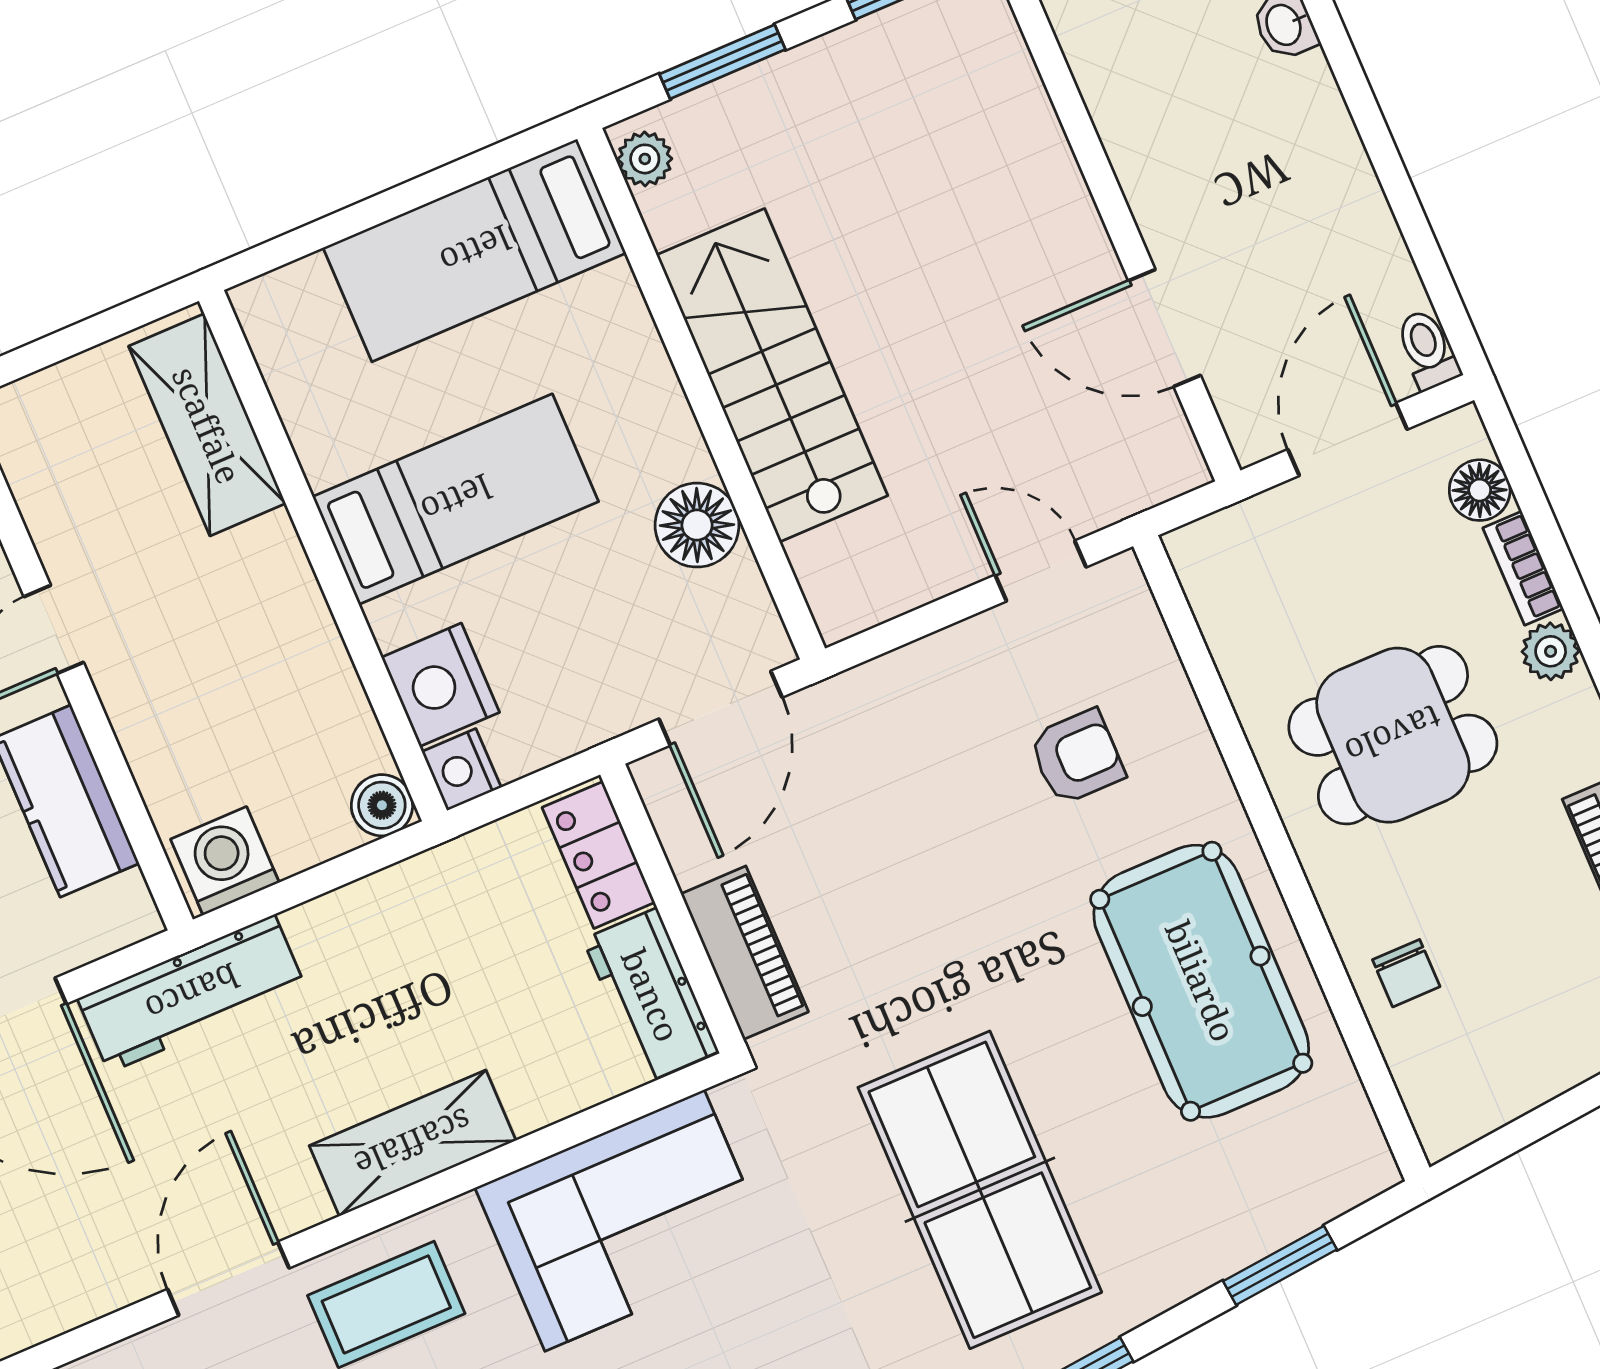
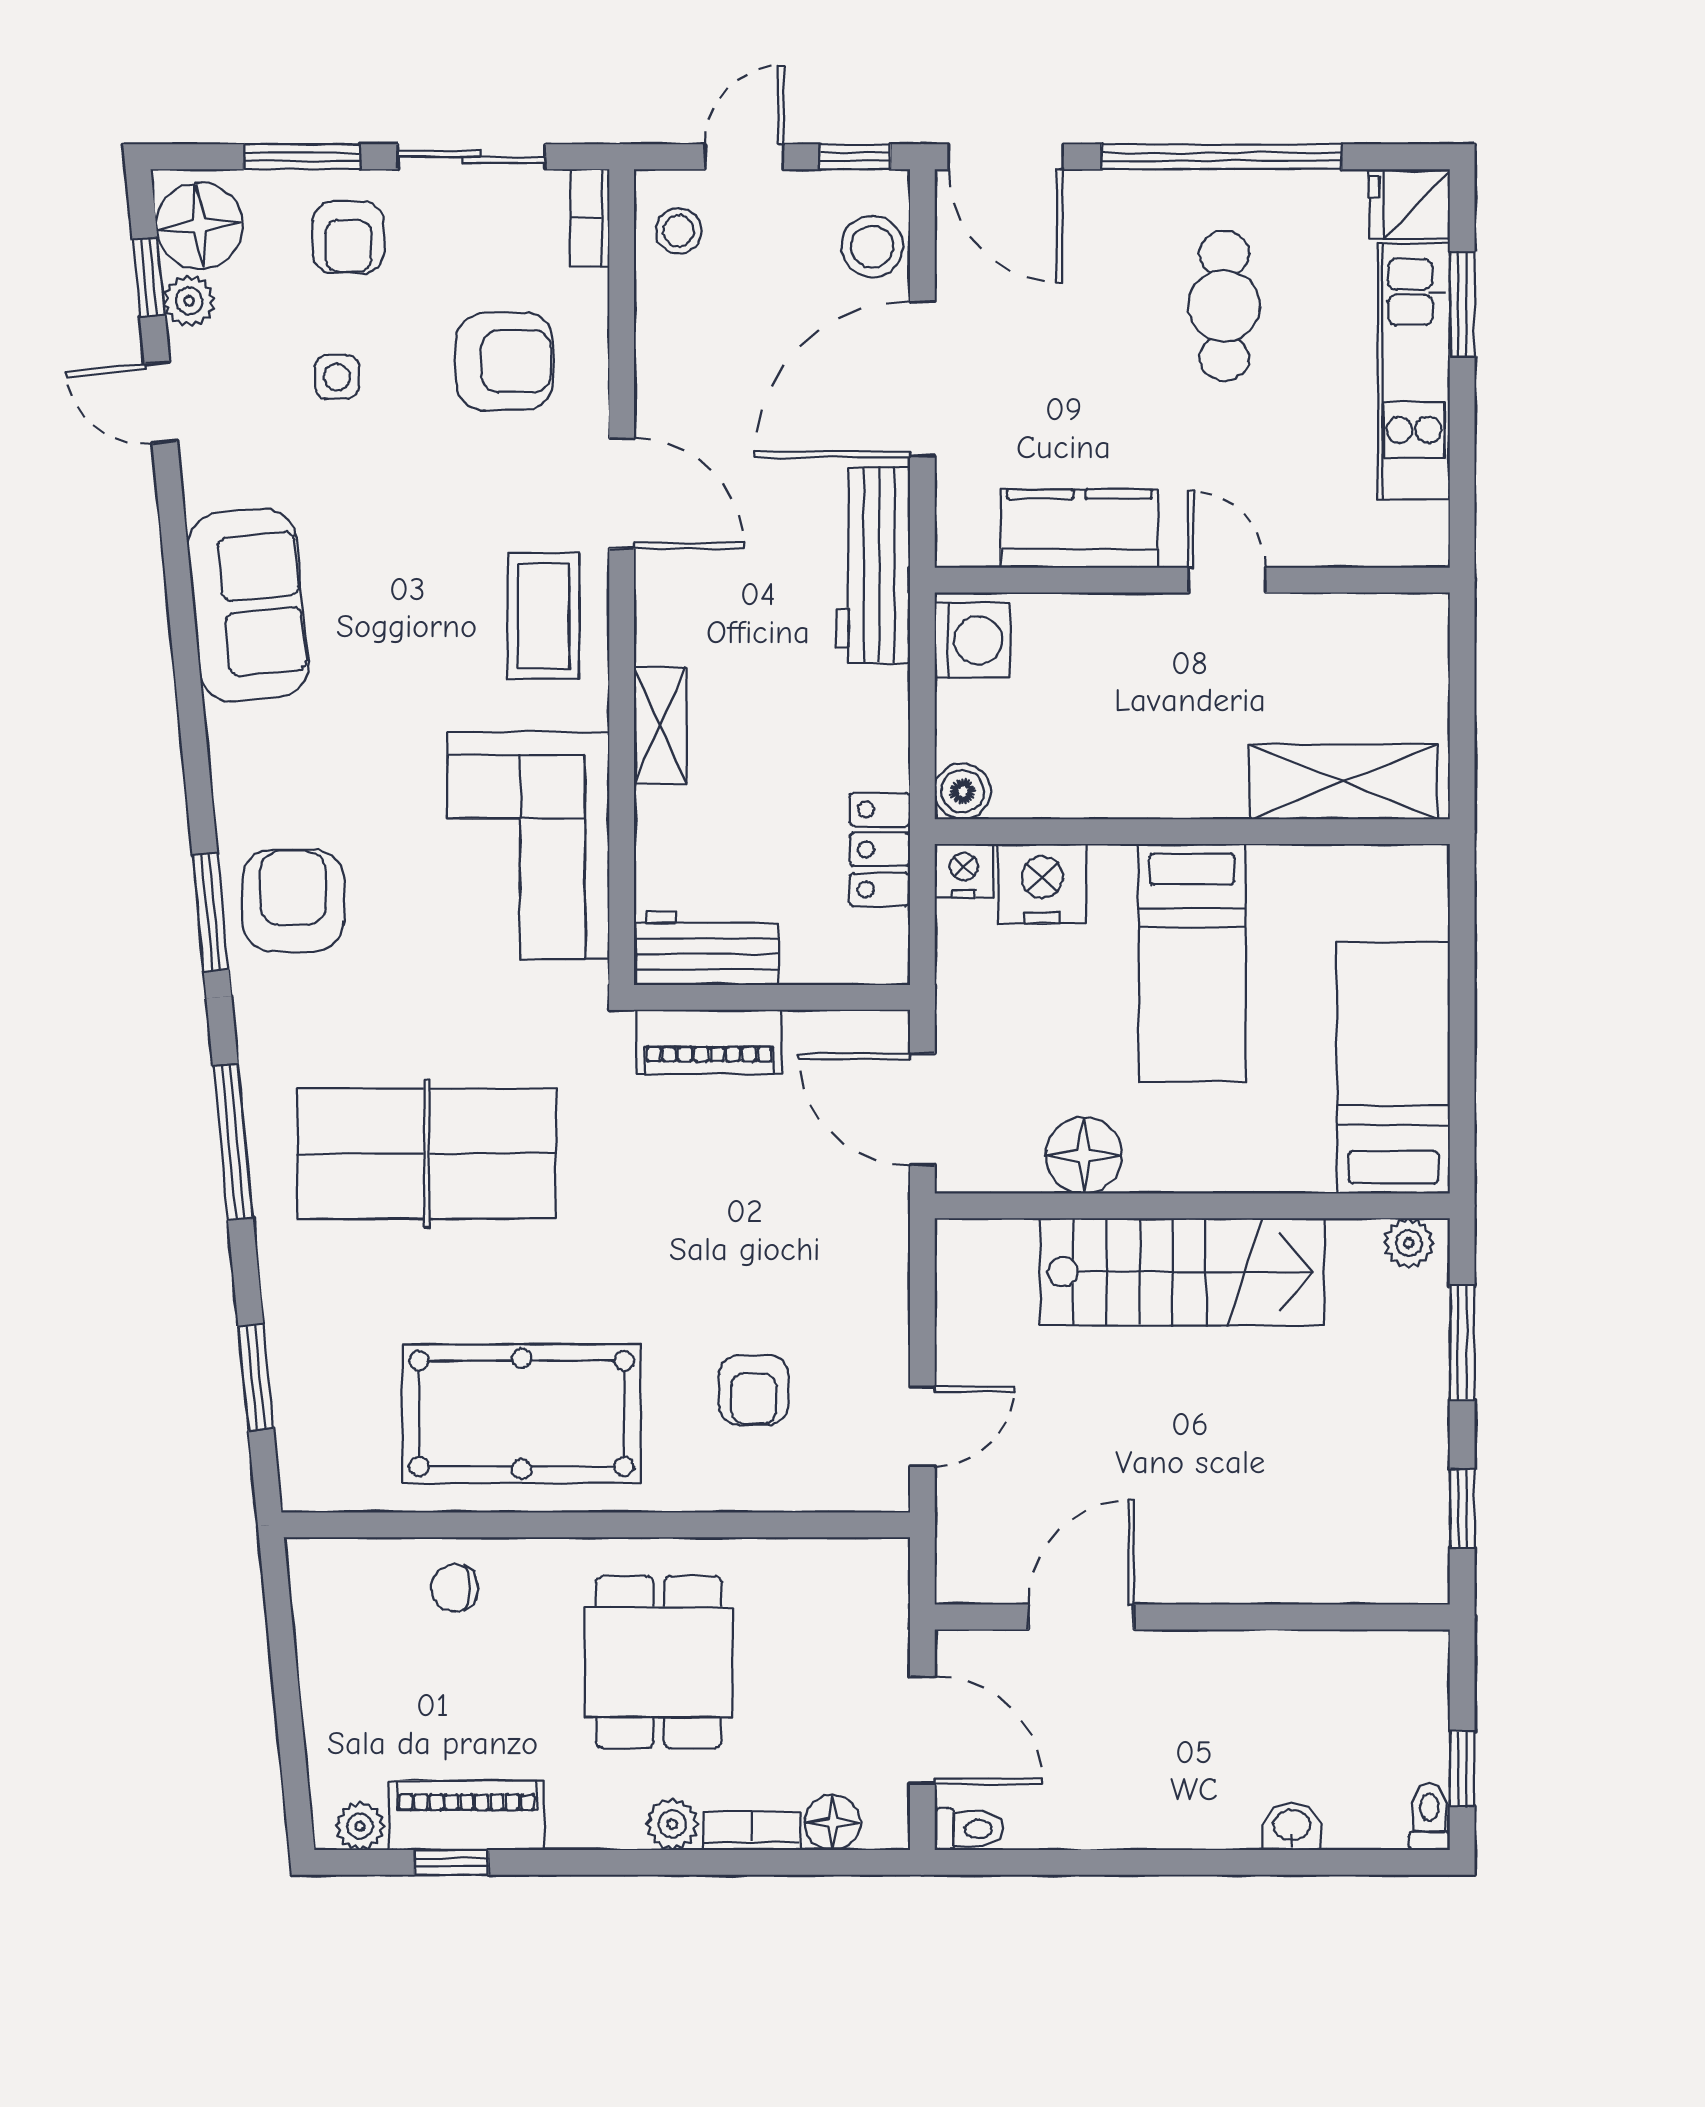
locker: (598, 855) -> (880, 850), moved, turned -90
shelving: (413, 1143) -> (660, 725), width x0.67, depth x0.75

